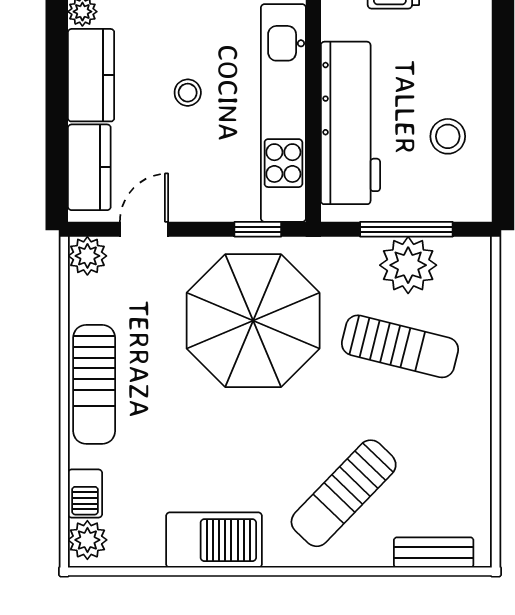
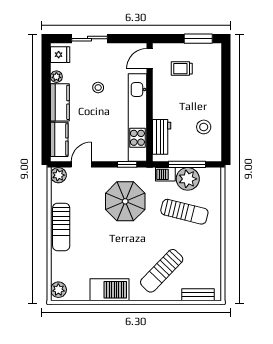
stool: (188, 93) -> (98, 88), moved
workbench: (350, 123) -> (162, 137), width x0.53, depth x0.76
parasol: (253, 321) -> (125, 201), width x0.73, depth x0.73
barbecue: (85, 494) -> (165, 174), moved, turned 90

